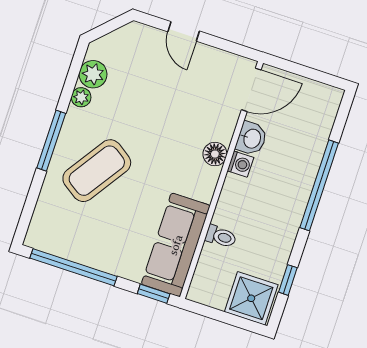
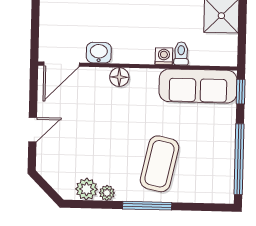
door: (251, 90) -> (62, 64), swing flipped
washing machine: (240, 164) -> (164, 56), moved
coffee table: (97, 171) -> (159, 164), turned 68

